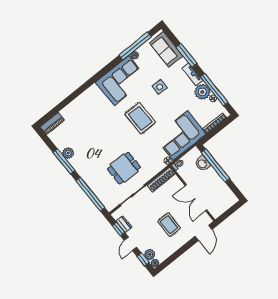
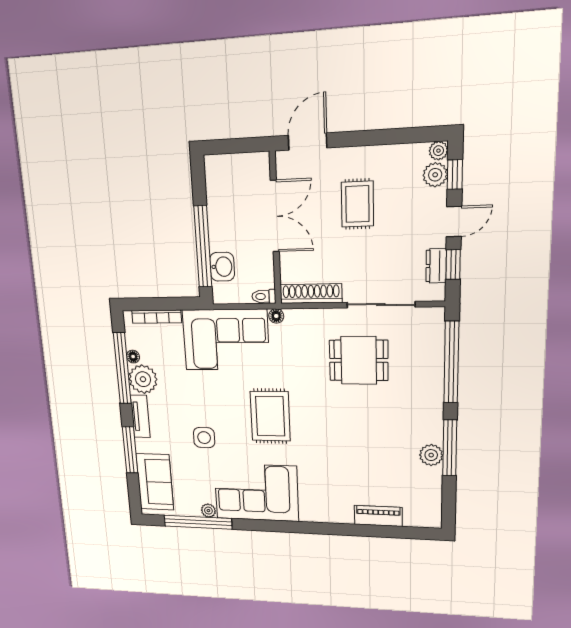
piano: (52, 123) -> (378, 516), moved

